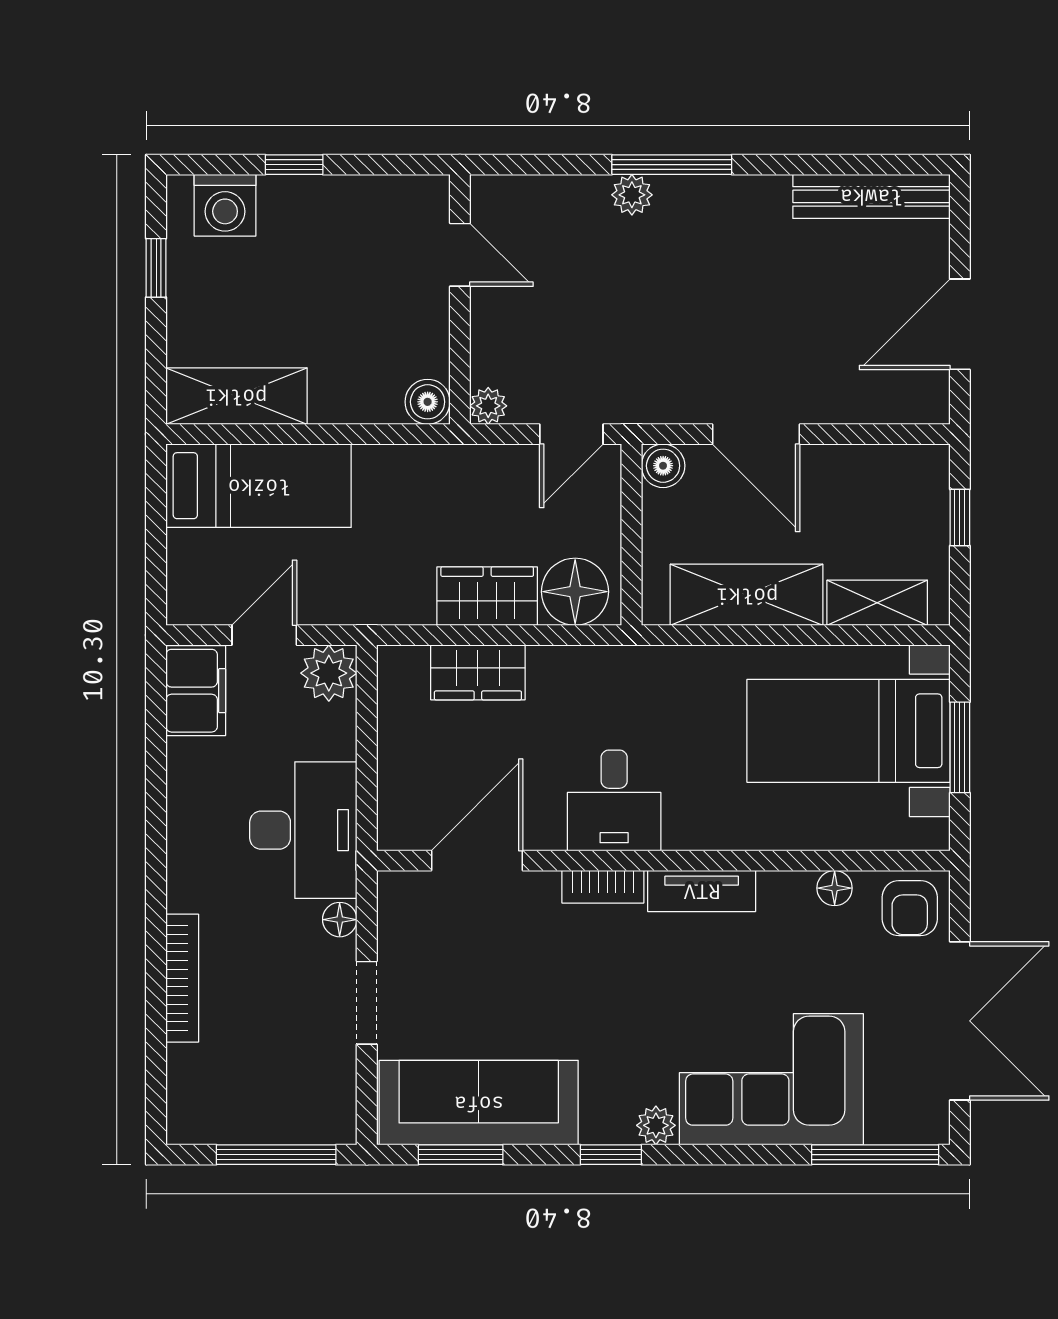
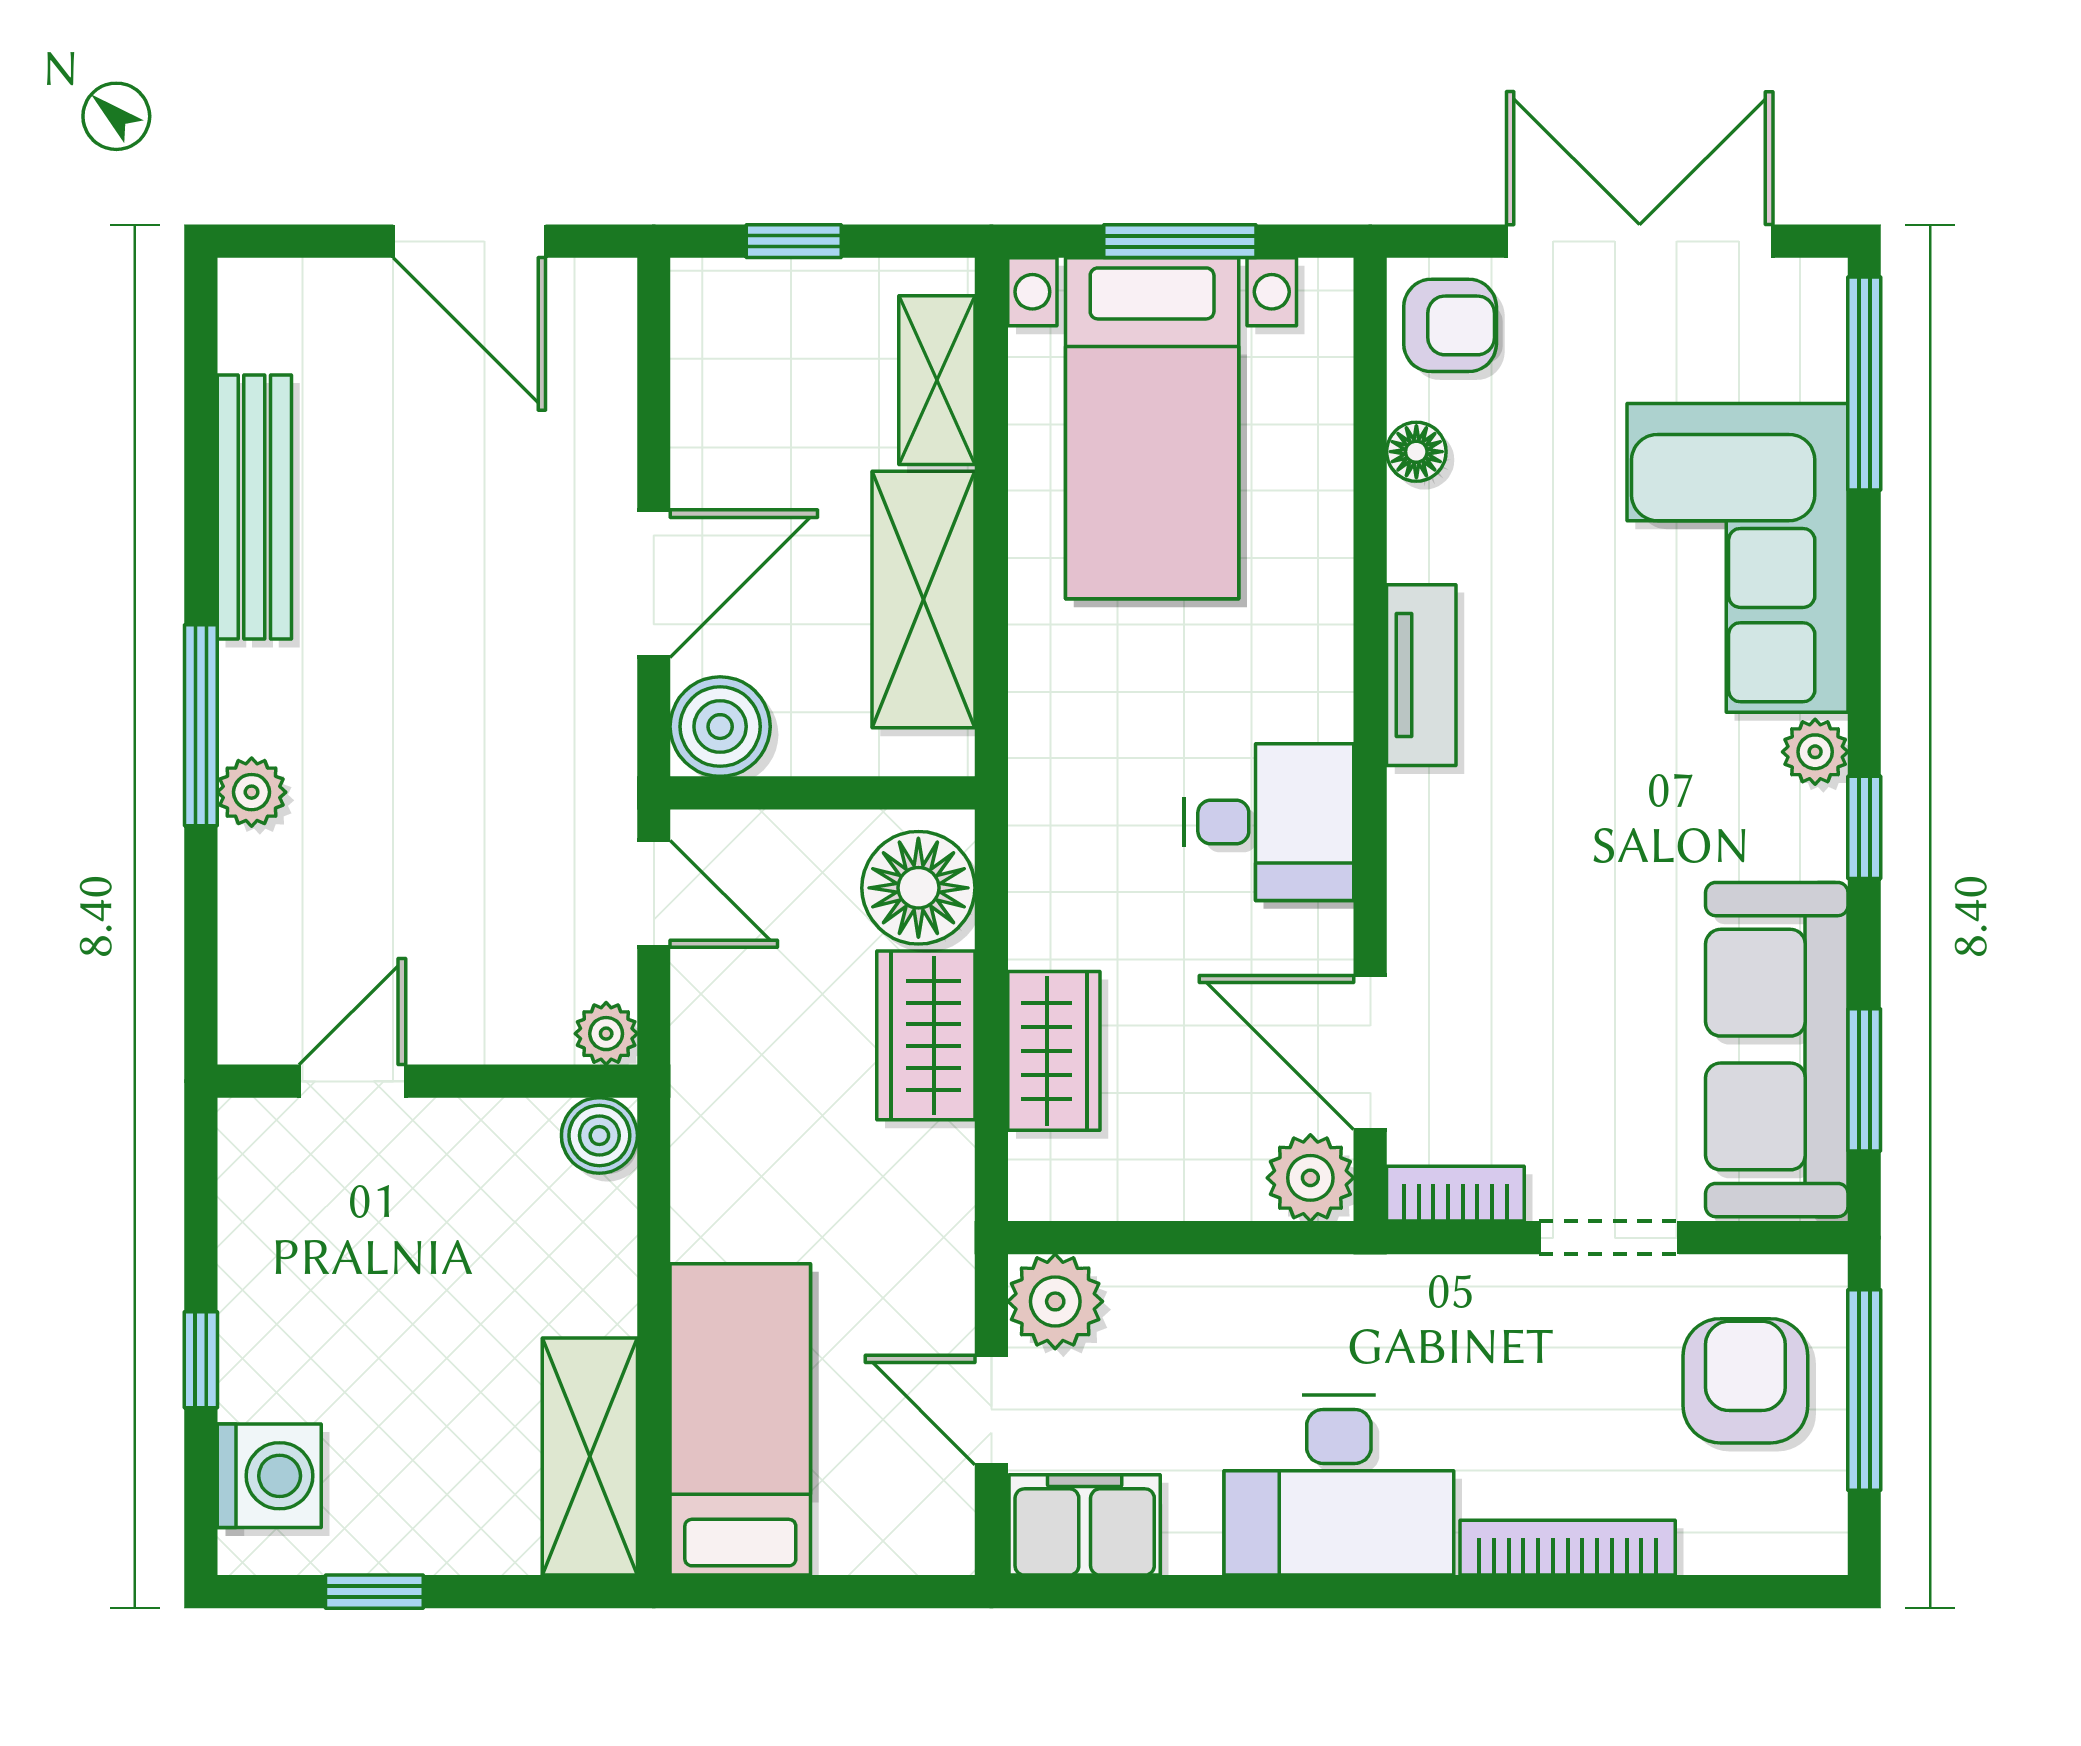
bench: (871, 196) -> (254, 507), moved
boiler: (663, 466) -> (720, 727), width x1.36, depth x1.36
plant: (402, 825) -> (1310, 1178), added
desk: (303, 830) -> (1339, 1485), moved, turned 180
bookcase: (603, 887) -> (1455, 1194), moved, turned -90
floor lamp: (340, 920) -> (1469, 1283), removed
armchair: (282, 1084) -> (1745, 1381), added

